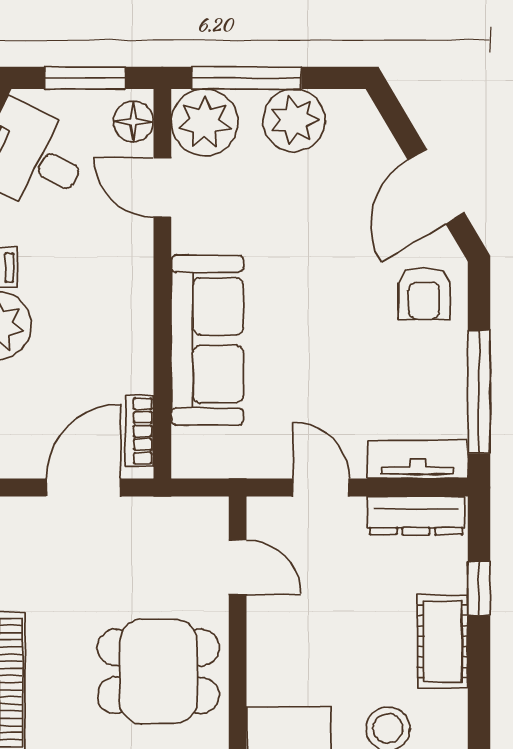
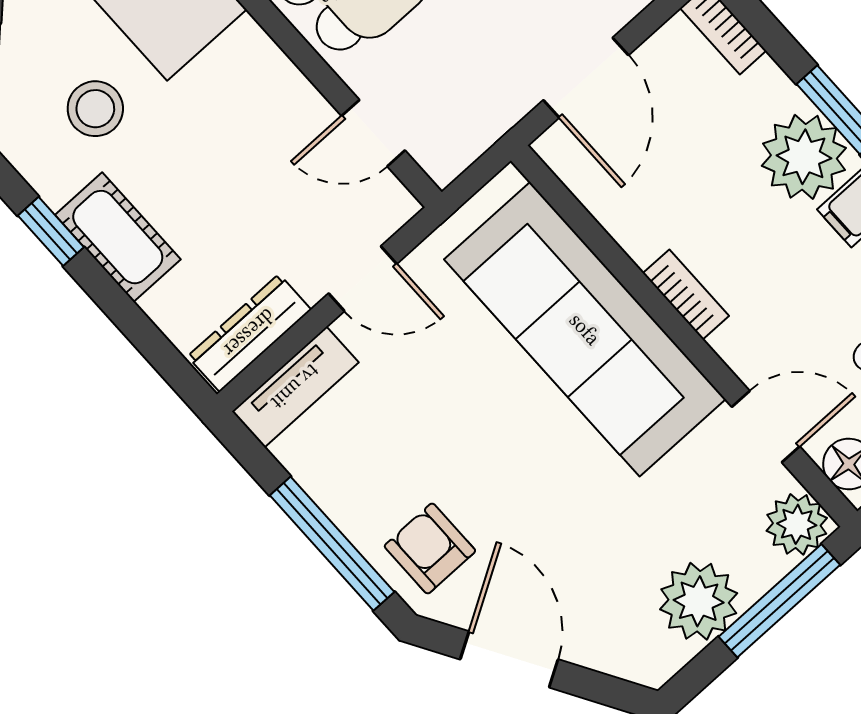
plant: (205, 122) -> (797, 524), width x0.73, depth x0.73
sofa: (207, 340) -> (585, 329), width x1.36, depth x1.27
window: (479, 392) -> (332, 544), moved
bookcase: (139, 431) -> (686, 295), moved
window: (479, 588) -> (51, 231), moved

